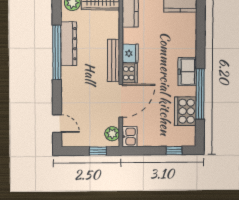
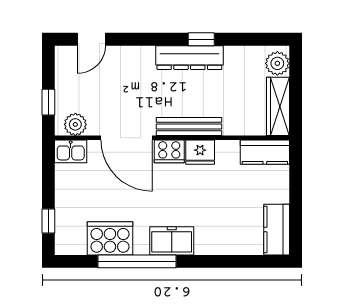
dresser: (69, 44) -> (189, 58), moved
window: (57, 52) -> (201, 39), width x0.32

